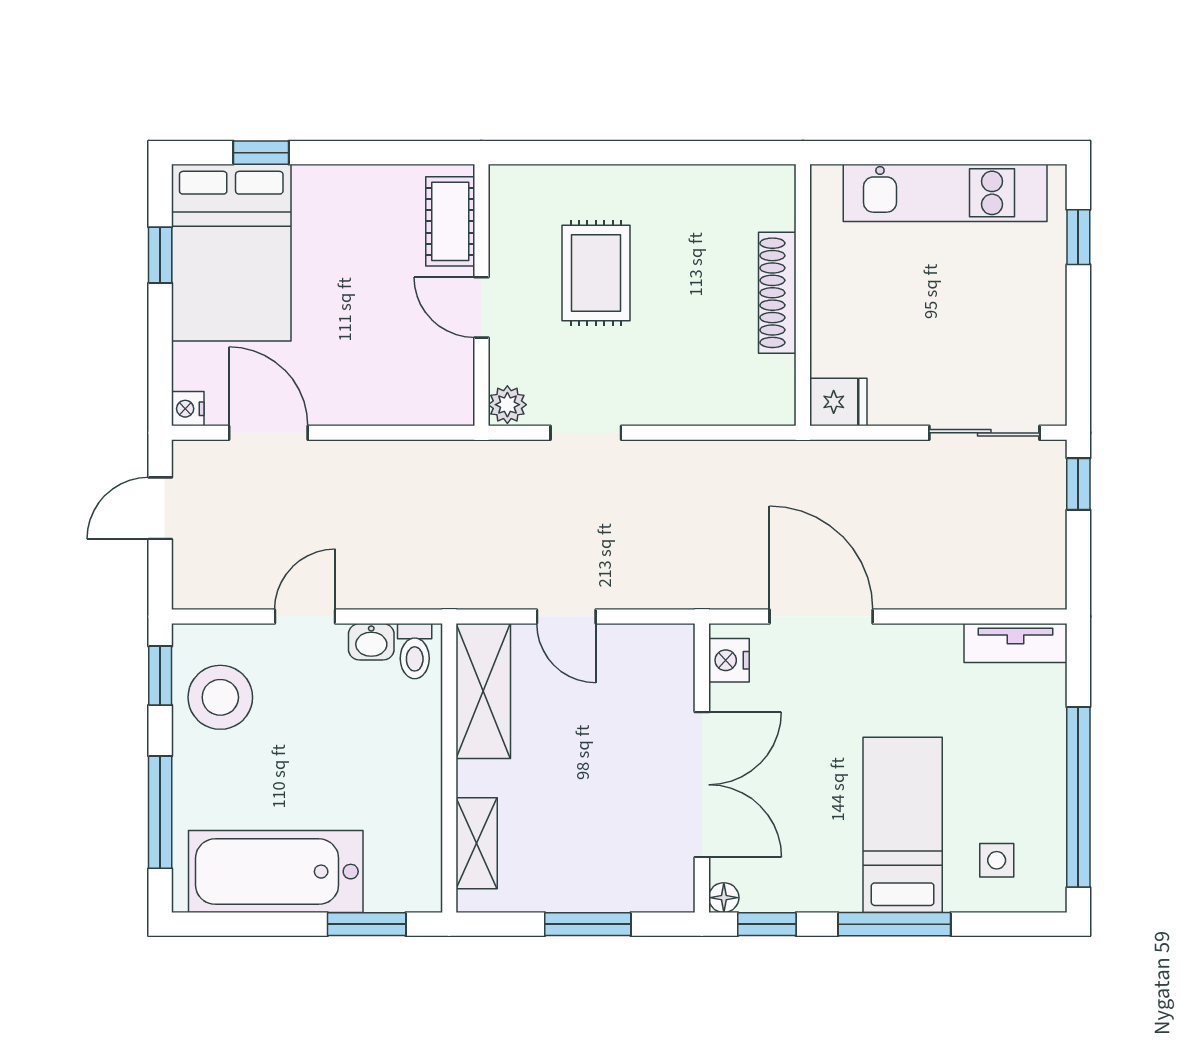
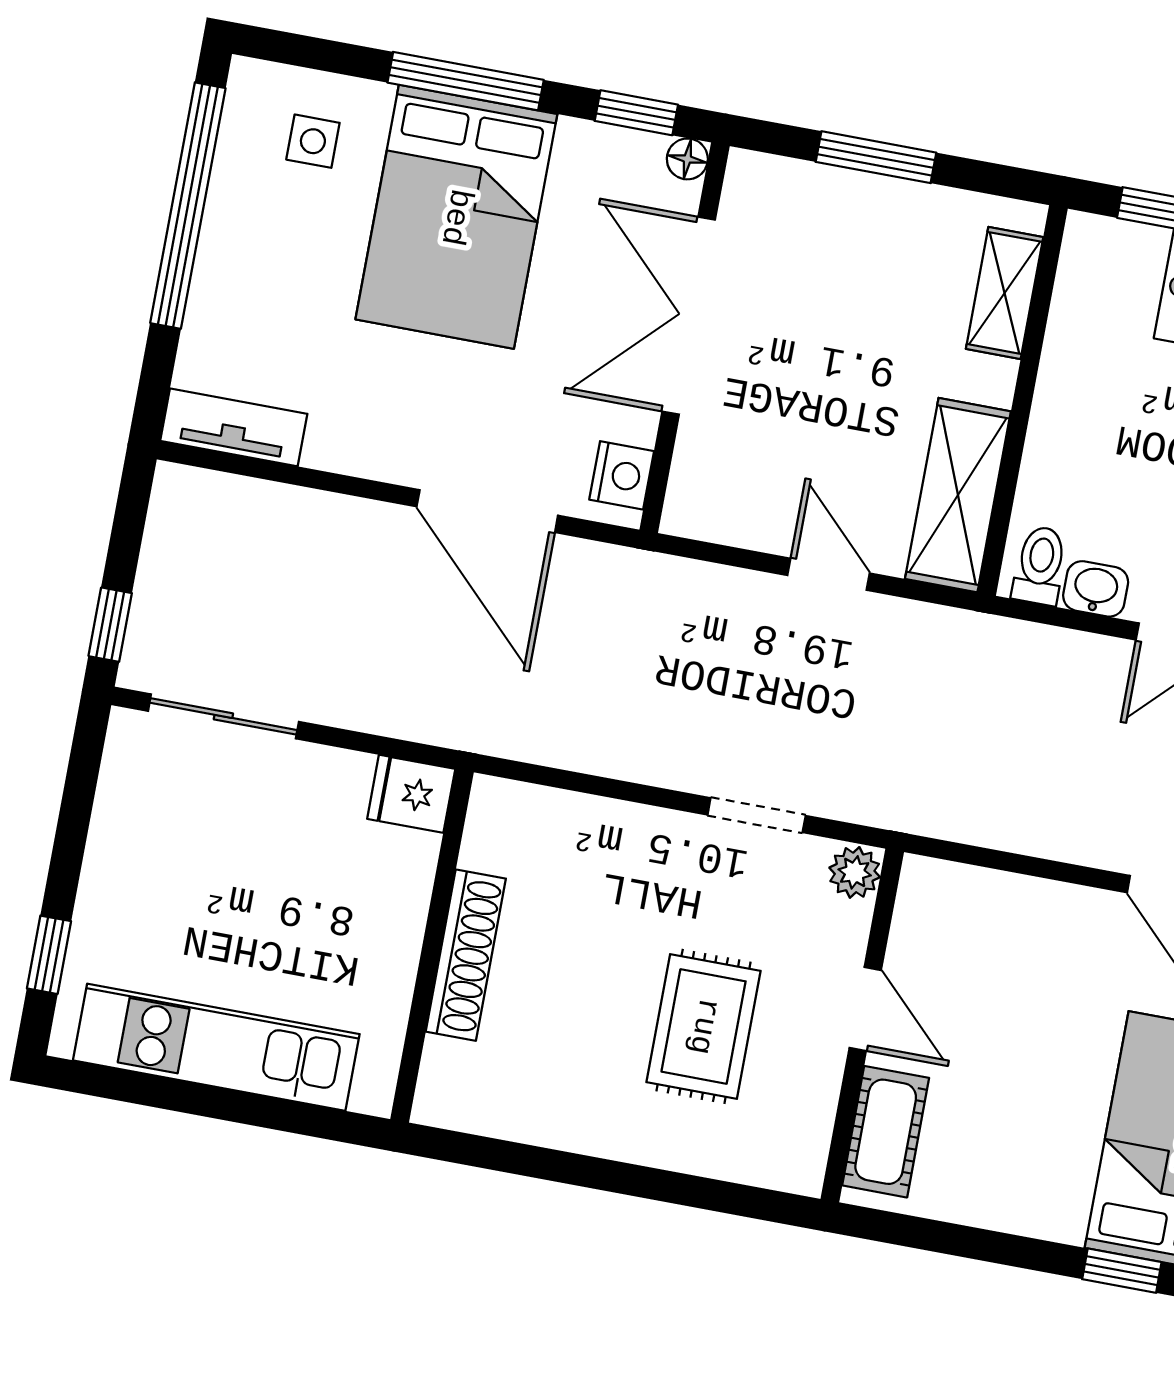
bed: (903, 825) -> (456, 217), width x1.50

